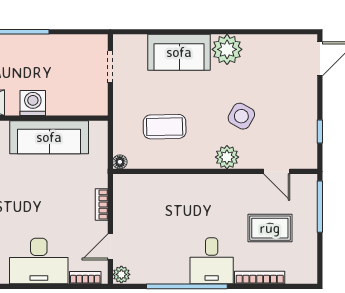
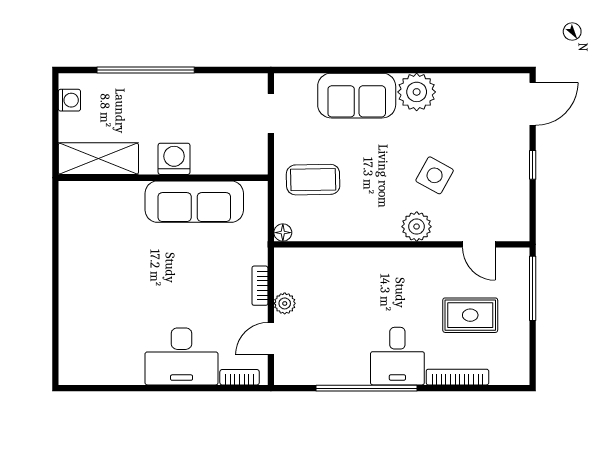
coffee table: (165, 127) -> (313, 180), moved
window: (320, 132) -> (533, 165), moved
plant: (121, 274) -> (285, 303), moved

